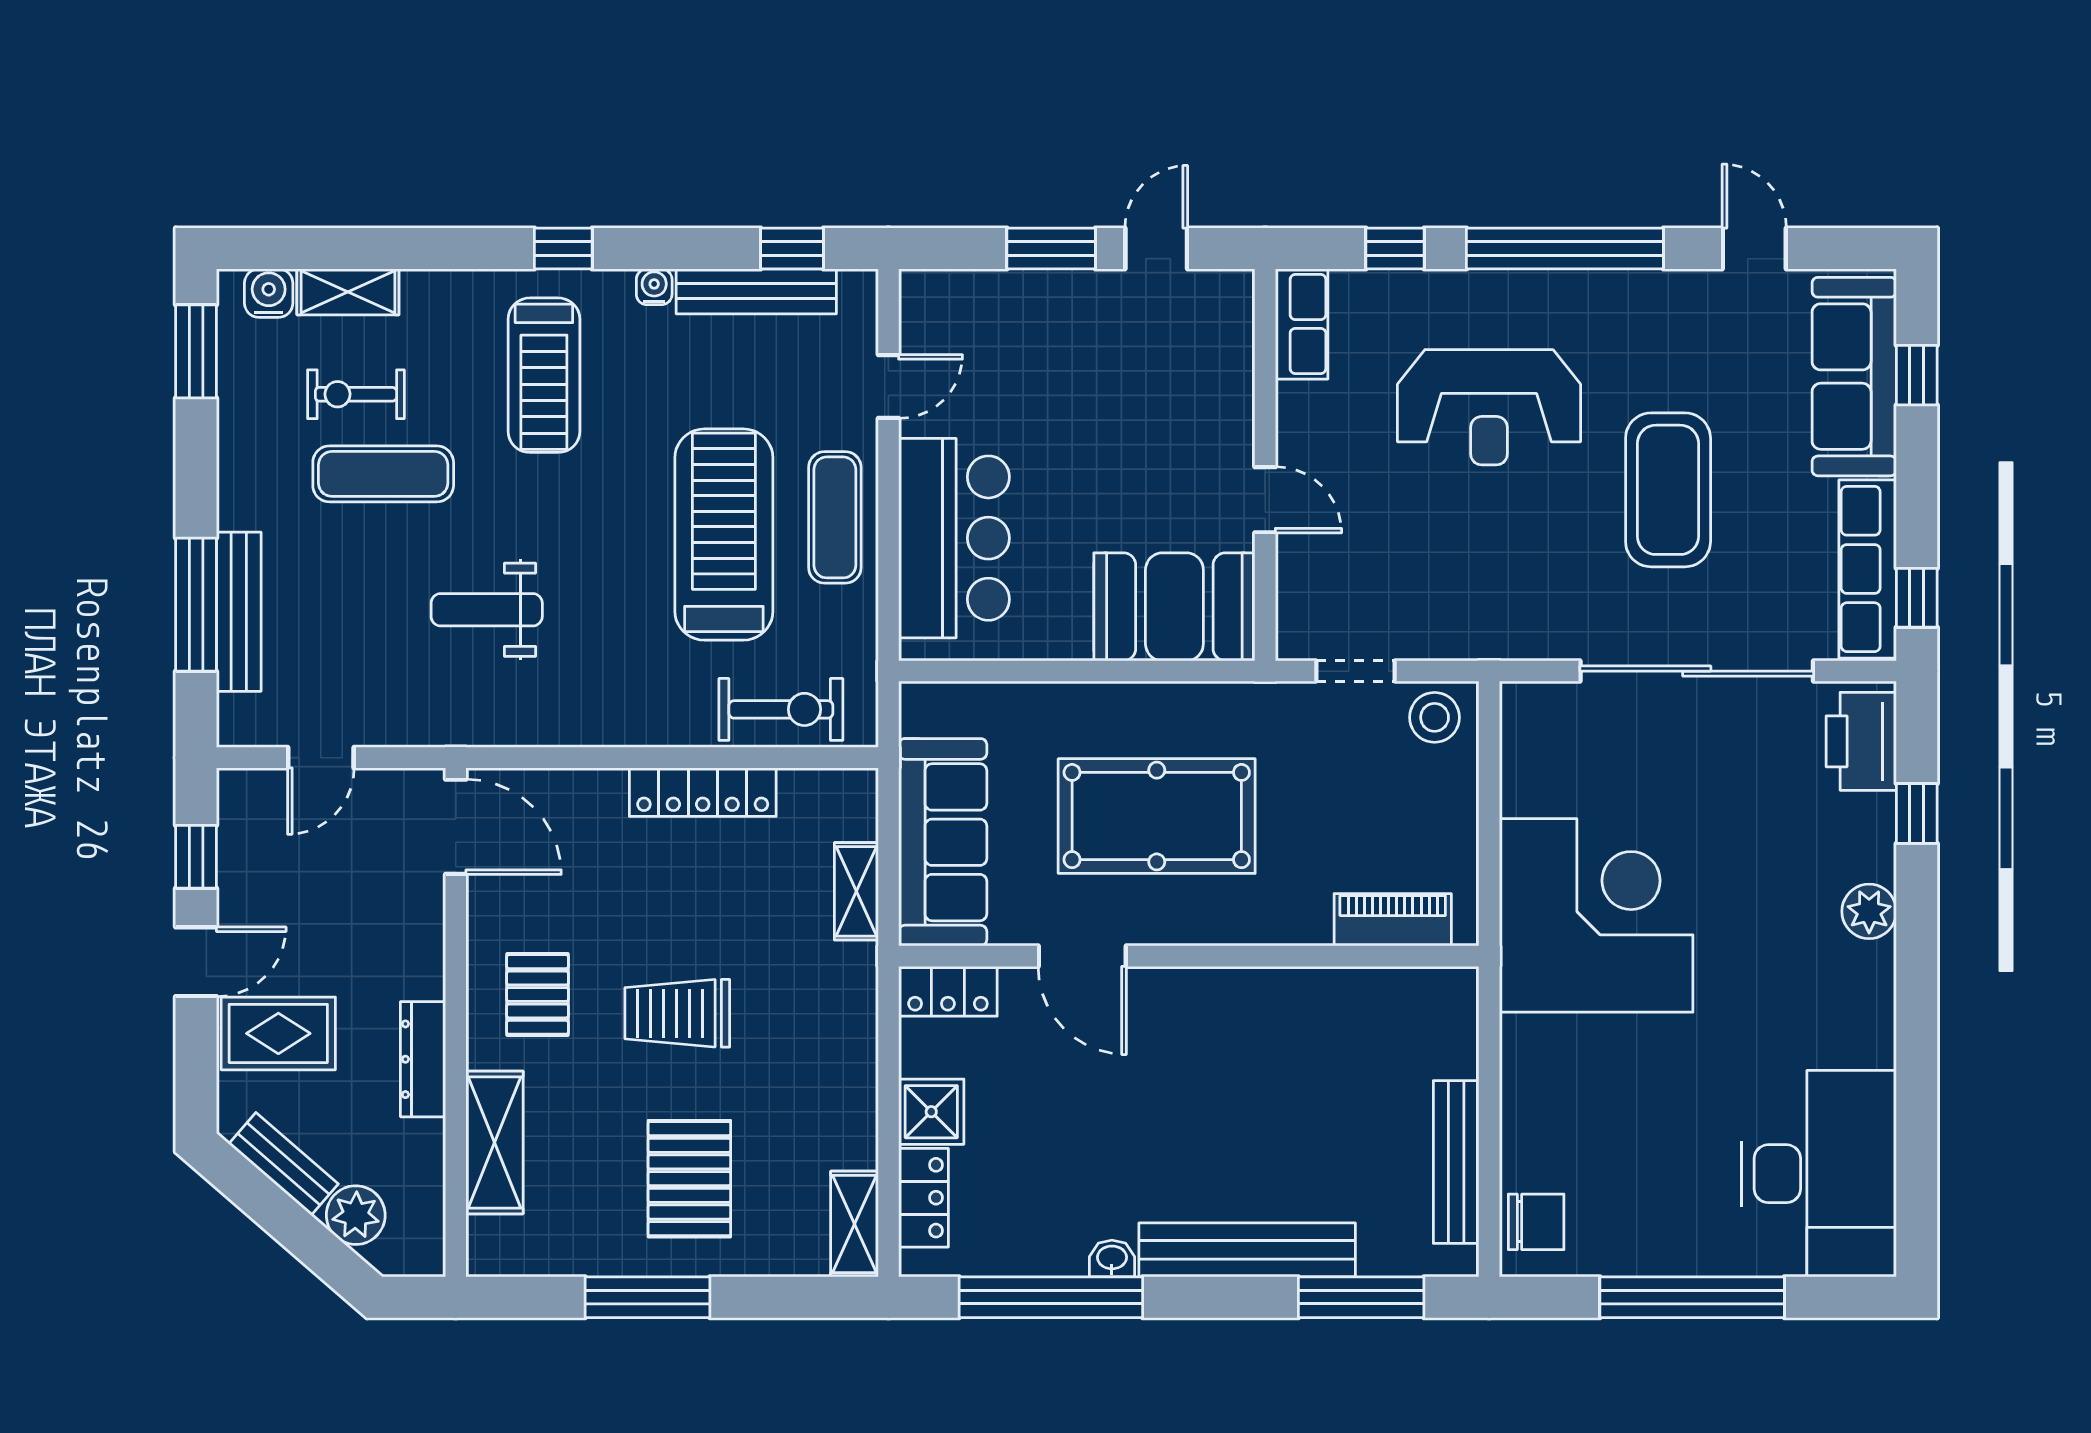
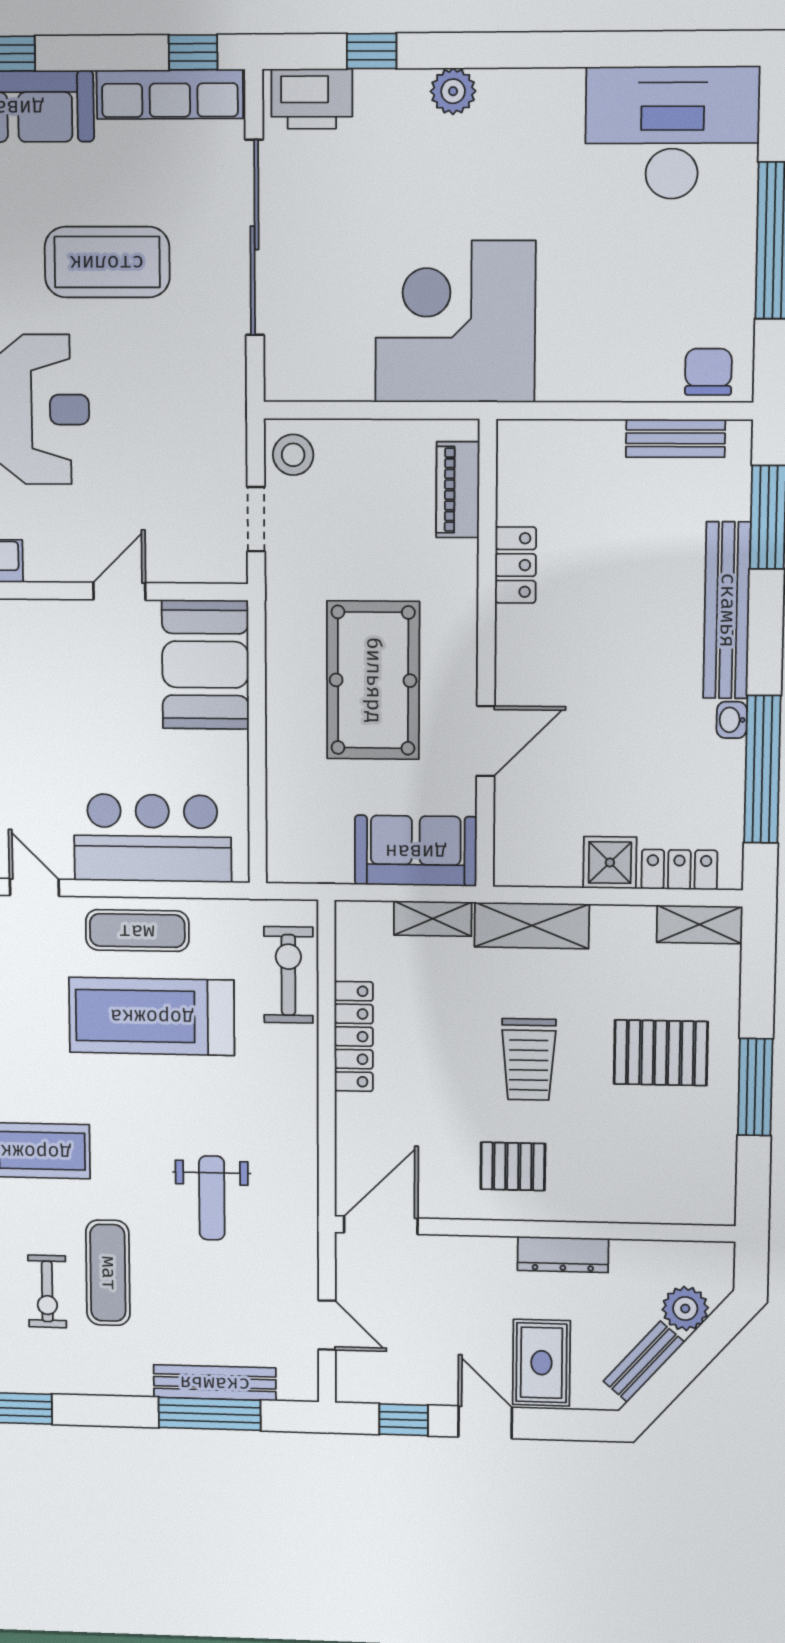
sofa: (943, 842) -> (416, 851), width x0.73
locker: (948, 991) -> (516, 565), moved
shelving: (494, 1142) -> (532, 926), moved
bench: (1456, 1162) -> (675, 438), width x0.73

